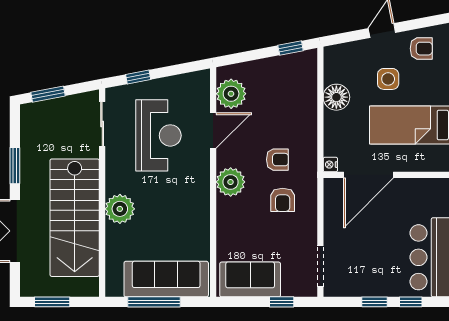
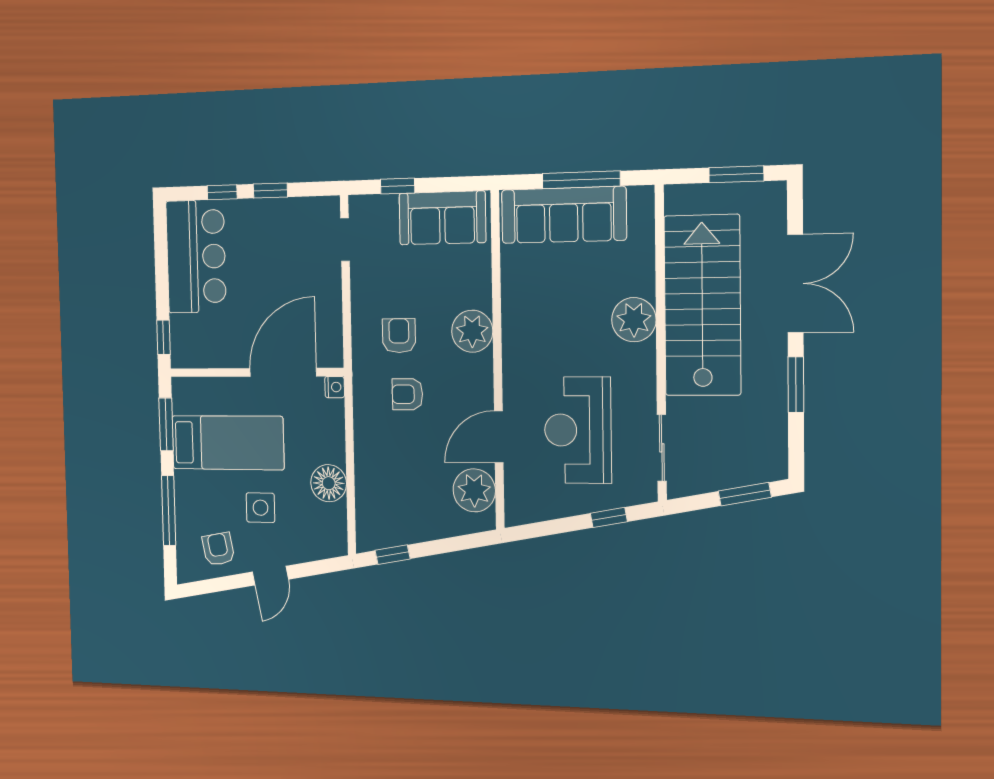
armchair: (421, 49) -> (218, 549), turned 79
plant: (231, 182) -> (472, 331), moved
doorway: (320, 266) -> (345, 240), width x0.73

